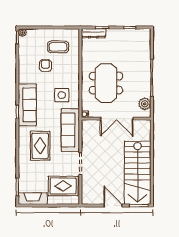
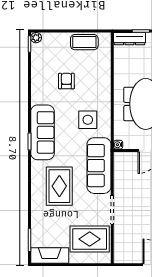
coffee table: (58, 47) -> (84, 42), moved

